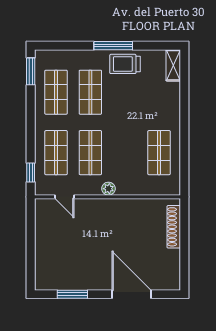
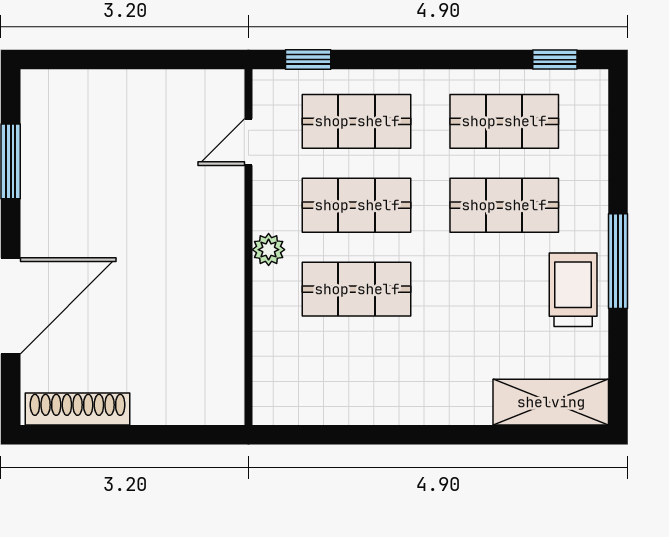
shelving: (173, 65) -> (551, 402), width x1.50, depth x1.33
window: (31, 71) -> (555, 60), width x0.67
shop shelf: (159, 153) -> (357, 289), moved
shoe rack: (174, 227) -> (78, 409), moved

